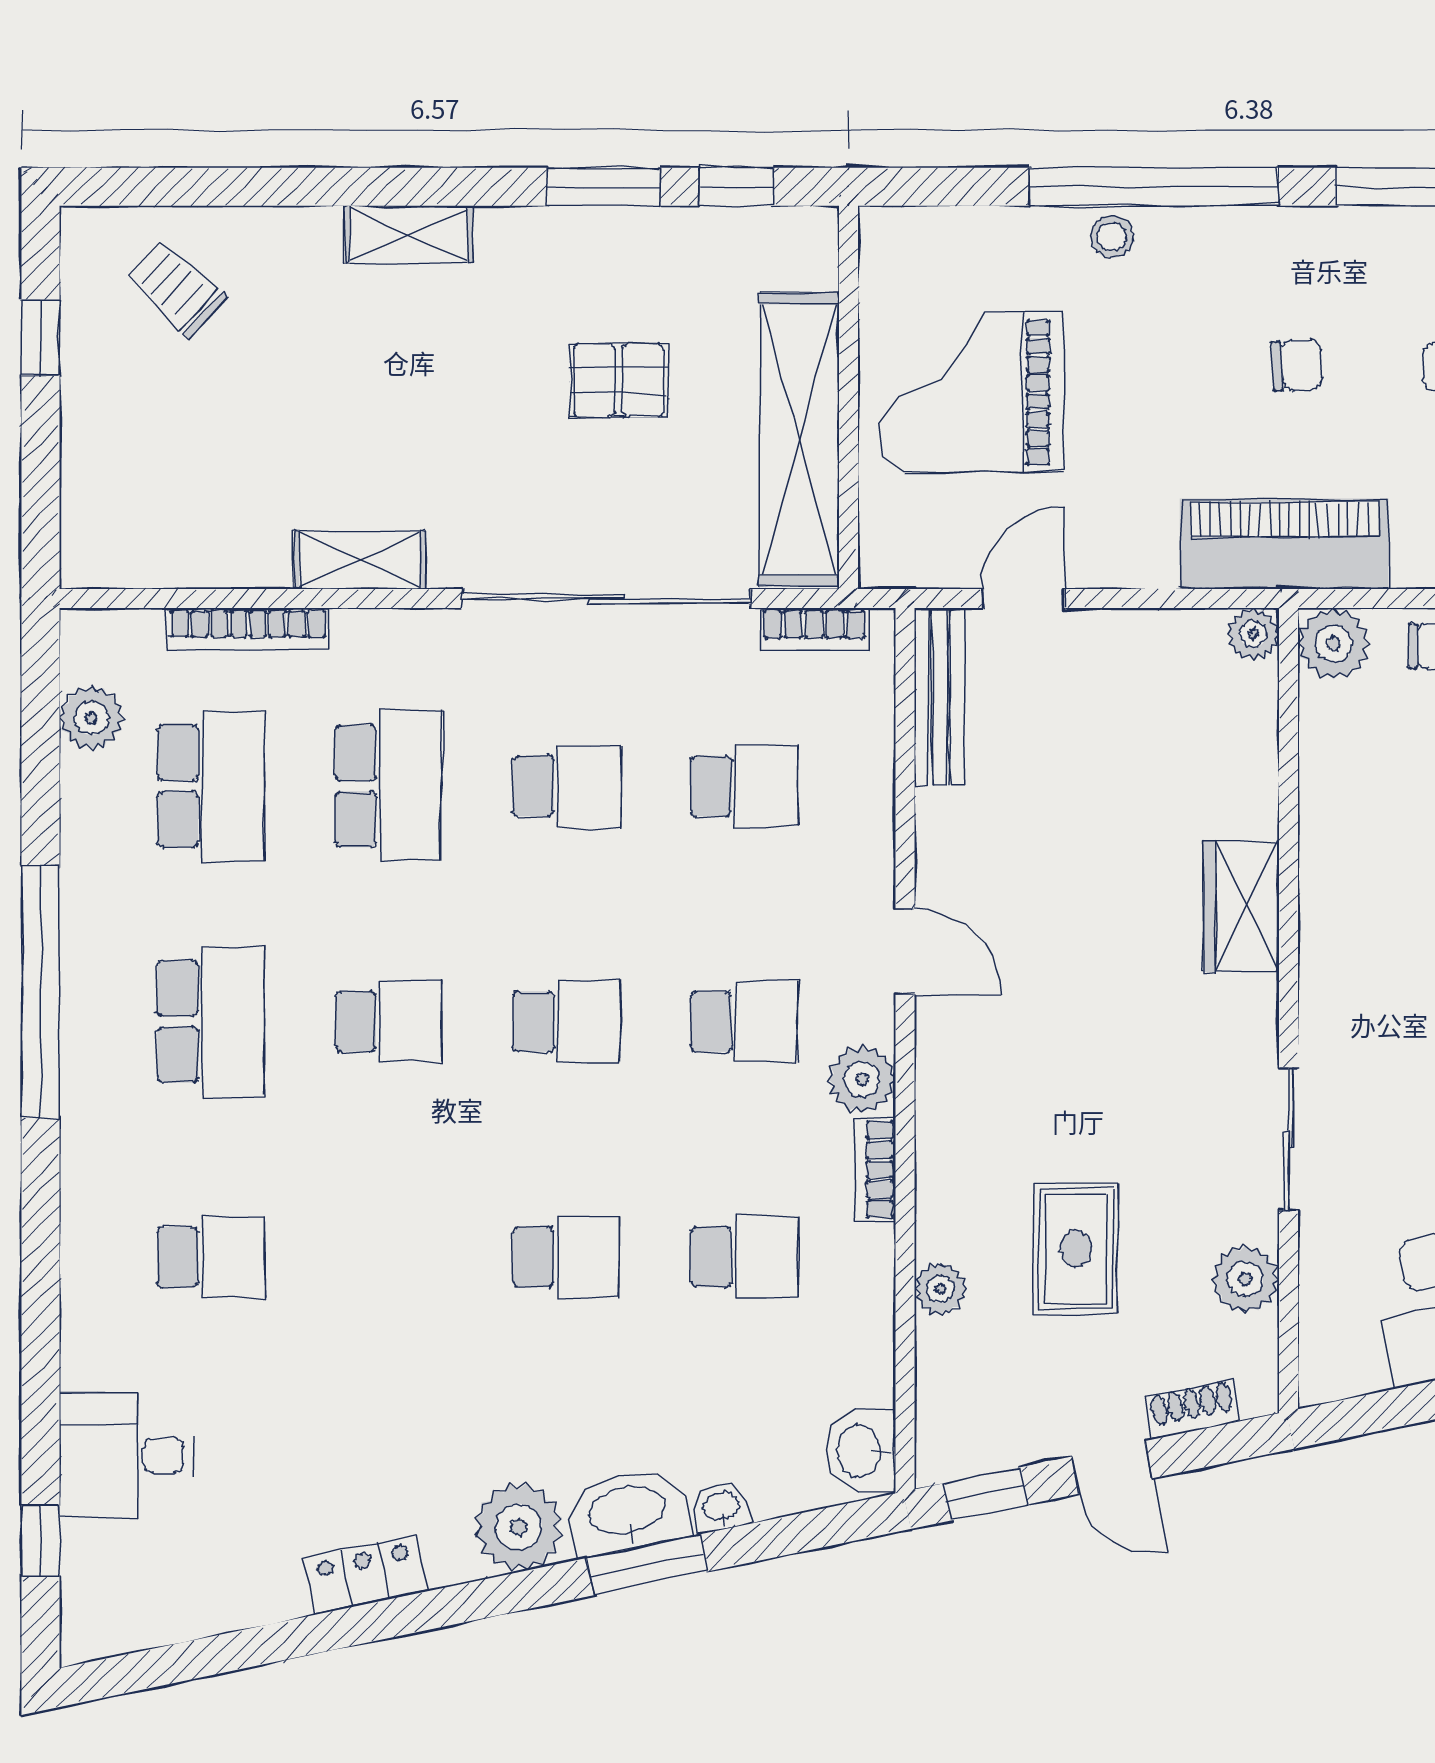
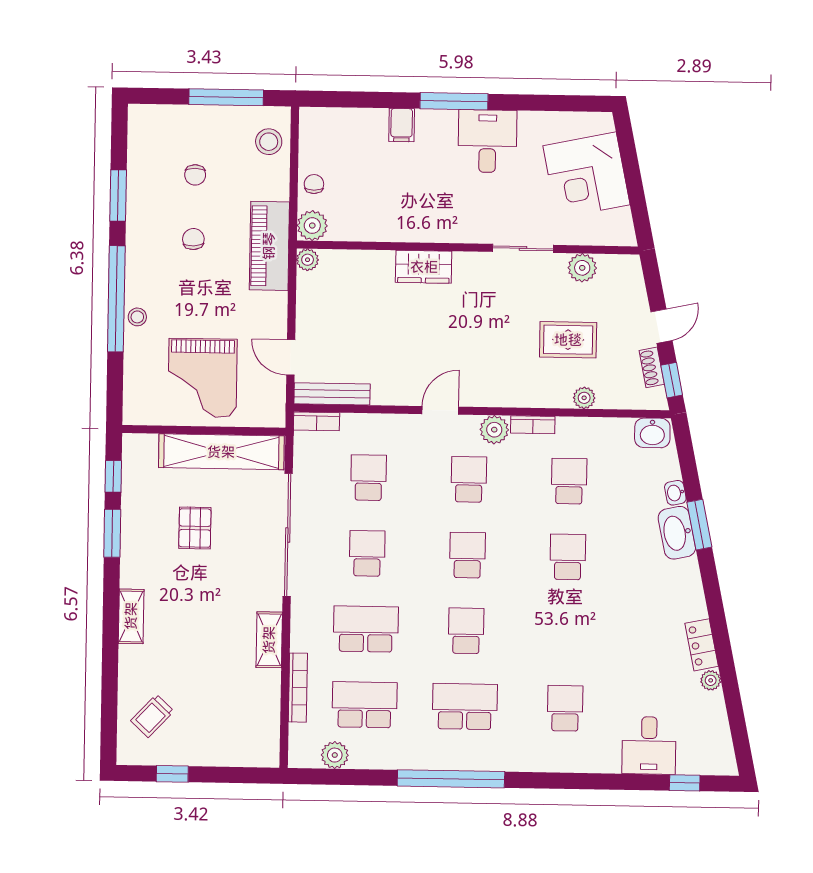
bookcase: (814, 629) -> (317, 421), moved, turned 90
shoe rack: (1193, 1409) -> (652, 367), moved
plant: (519, 1527) -> (711, 680), moved, width x0.53, depth x0.53

